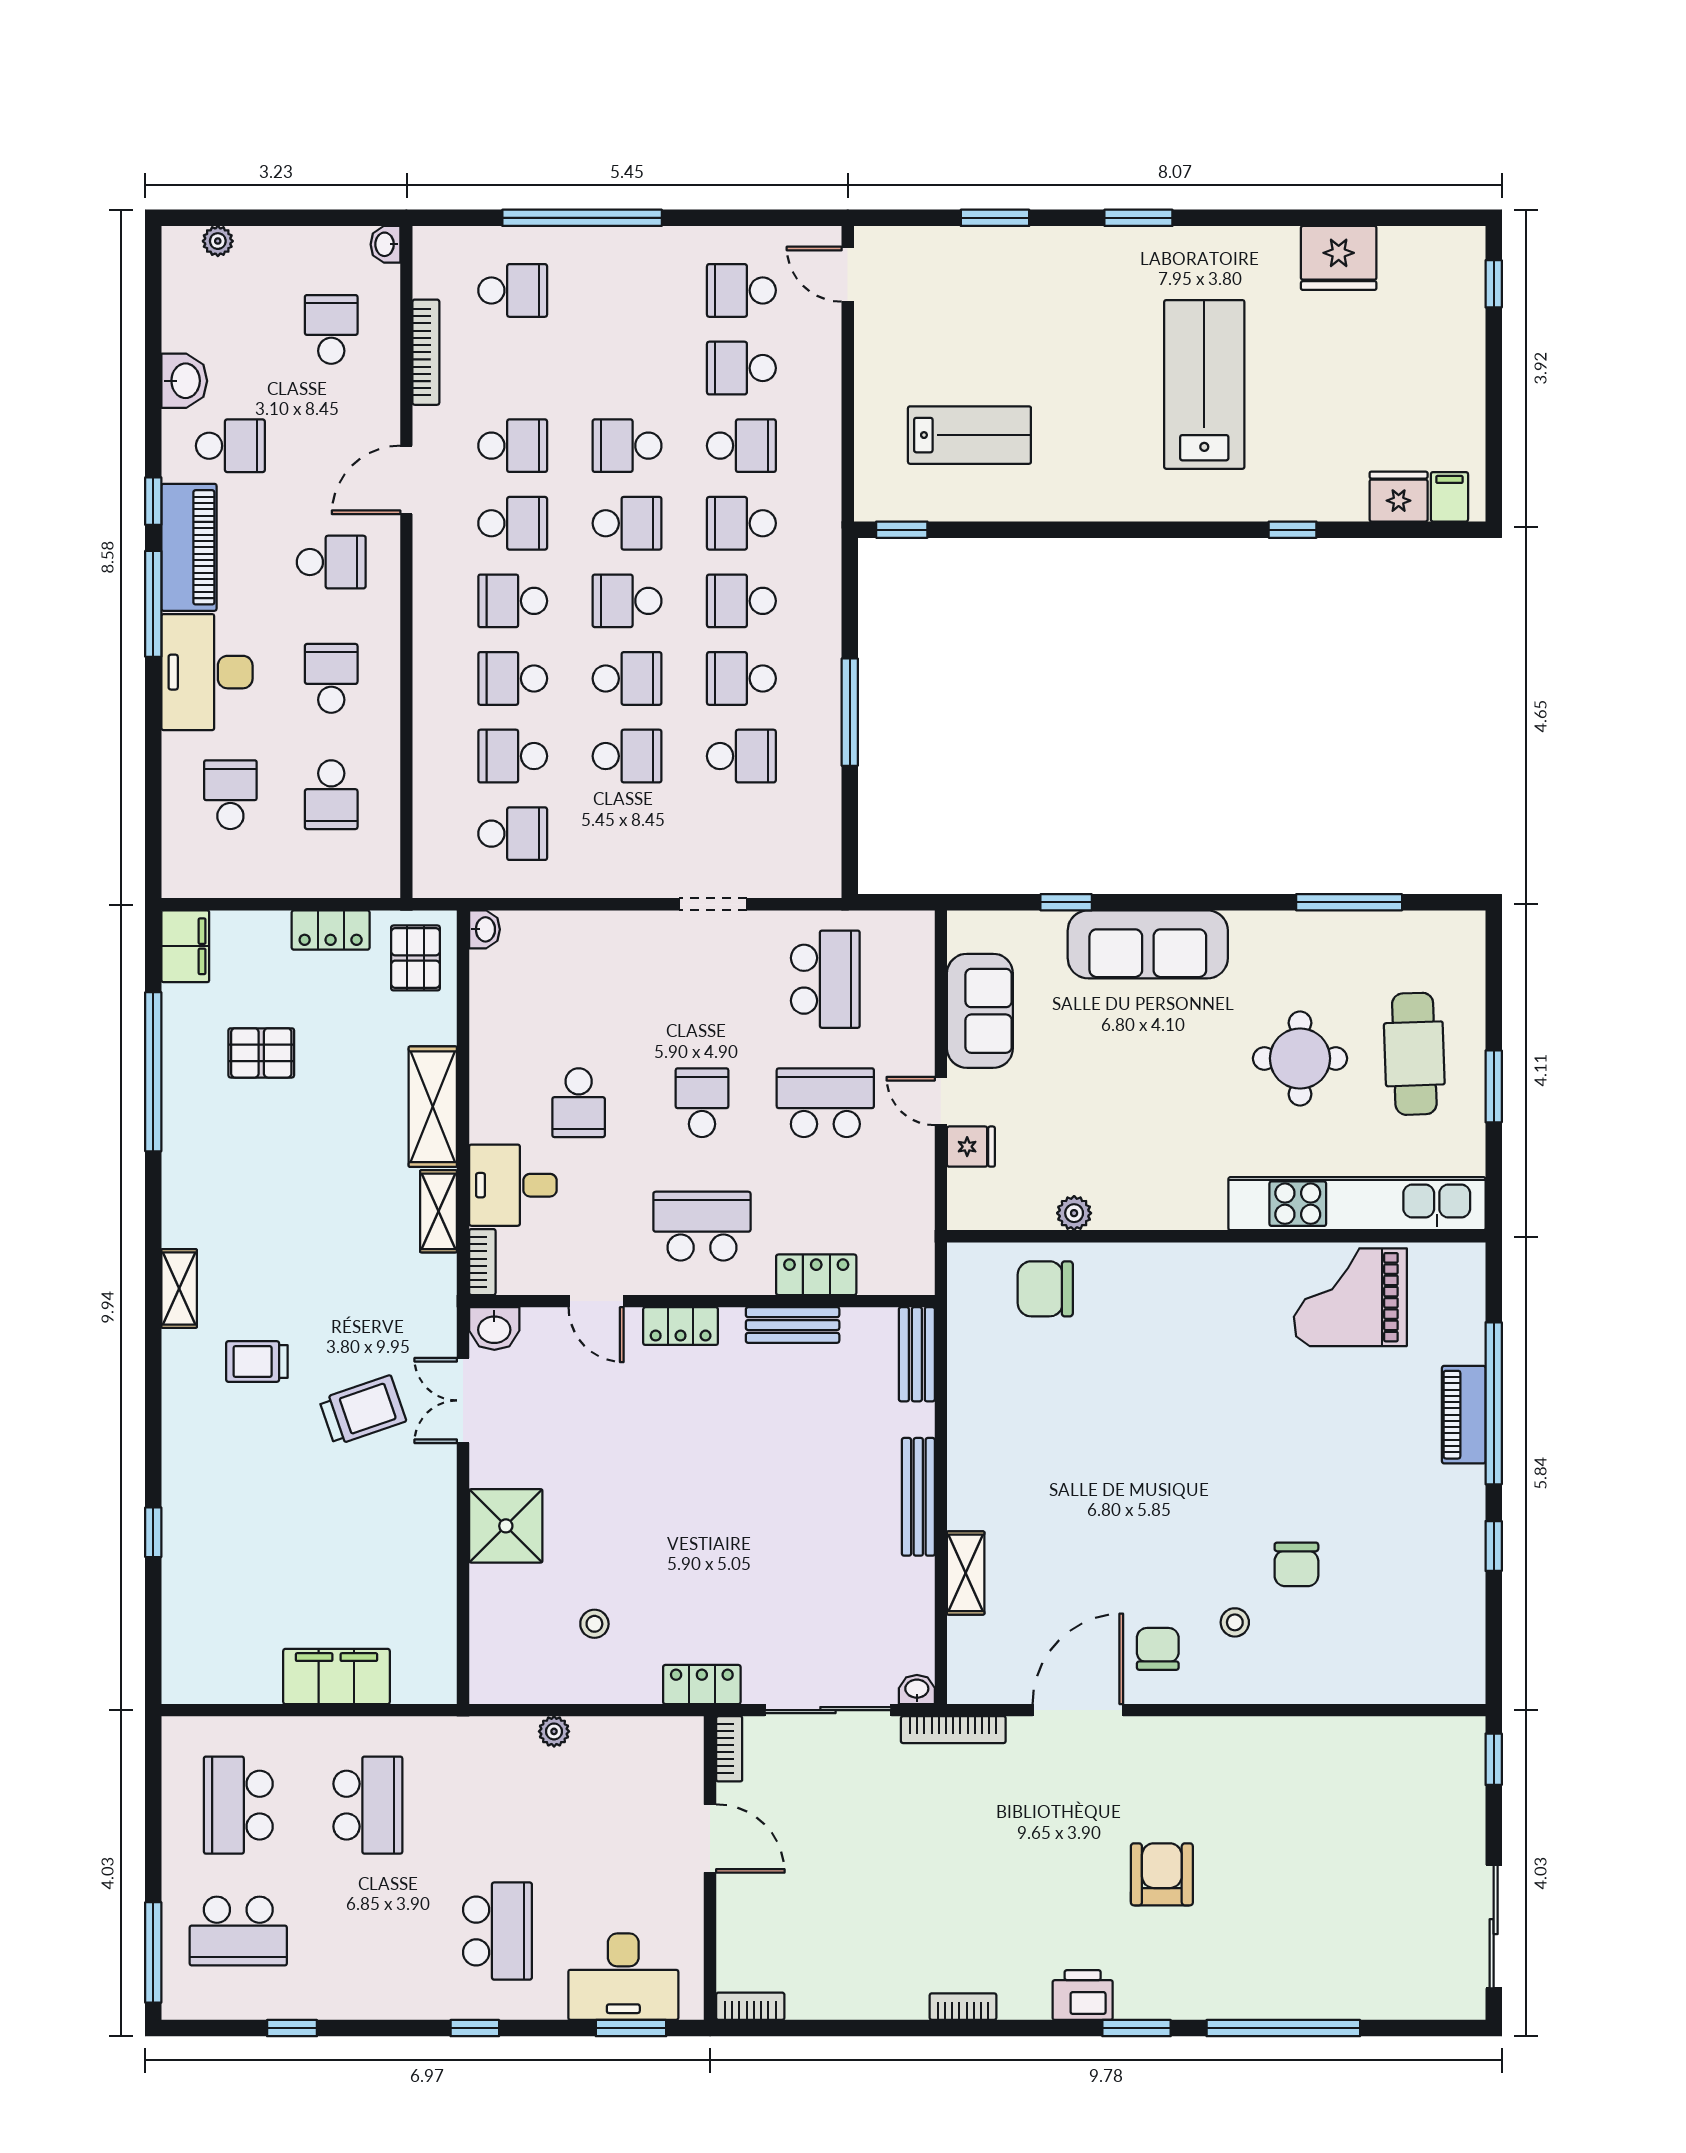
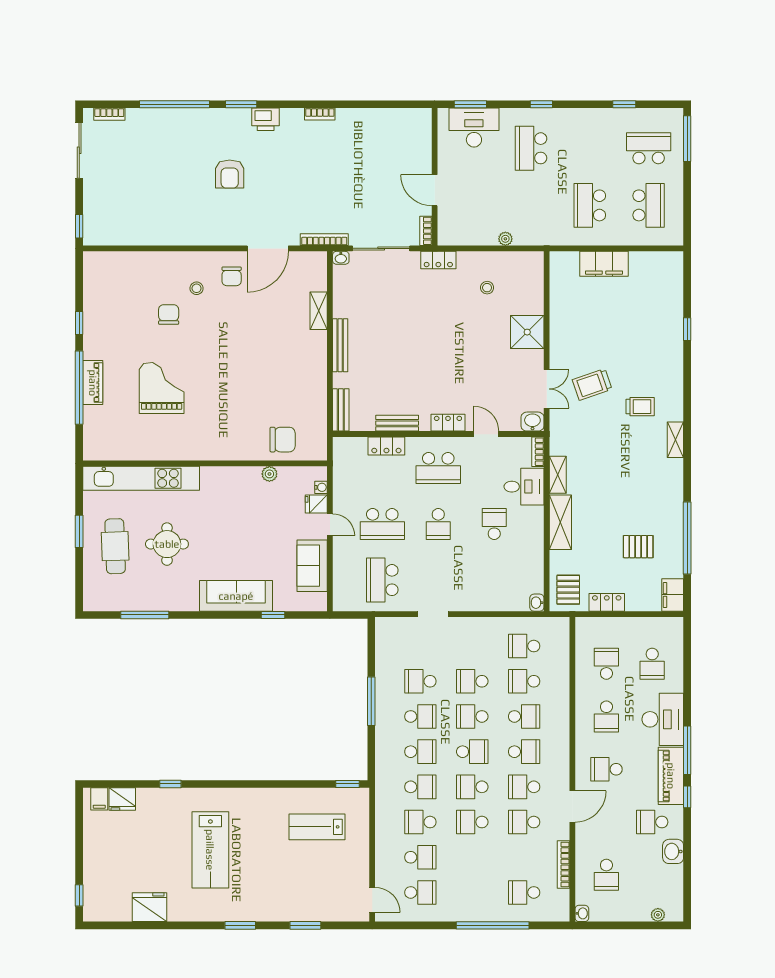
school desk: (627, 446) -> (472, 822), turned 180
school desk: (513, 756) -> (524, 681), turned 180
water cooler: (961, 1184) -> (321, 487), added
grand piano: (1350, 1297) -> (162, 388), moved, turned -90
bookcase: (750, 2006) -> (109, 114), moved

